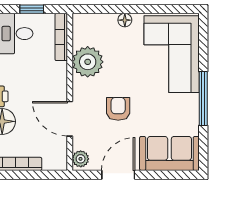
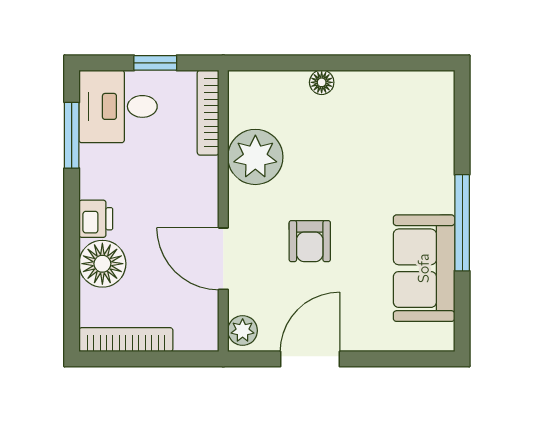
corner sofa: (172, 54) -> (406, 143), removed
armchair: (118, 109) -> (310, 241), turned 180
sofa: (169, 153) -> (424, 268), moved, turned -90

